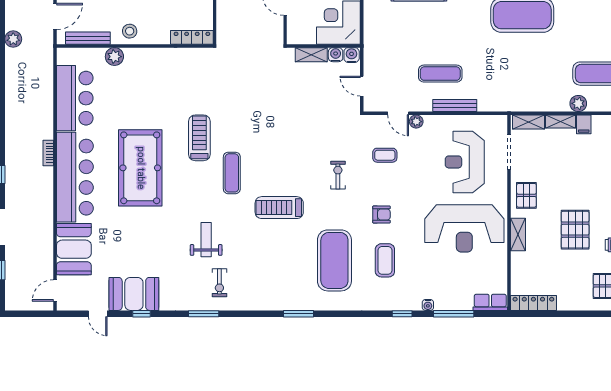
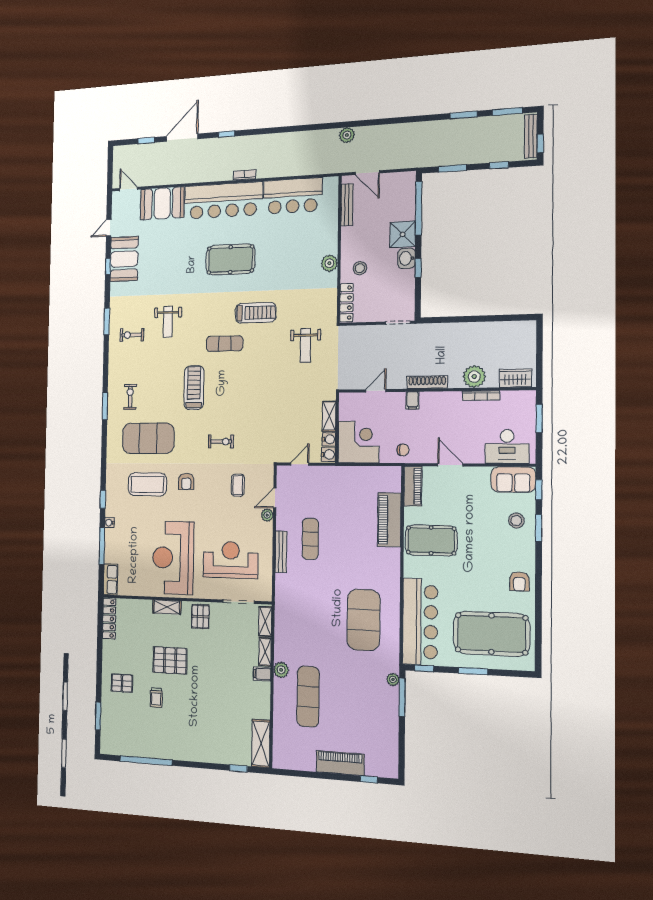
stool: (130, 31) -> (360, 268), moved
plant: (114, 57) -> (329, 263), moved
weight bench: (236, 82) -> (305, 345), added
pool table: (140, 168) -> (230, 259), width x0.73, depth x0.76
pallet: (526, 195) -> (200, 617), turned 90
weight bench: (206, 240) -> (168, 322), turned 90
coffee table: (385, 260) -> (147, 484), width x1.36, depth x1.32
exercise bike: (288, 283) -> (130, 397), added

